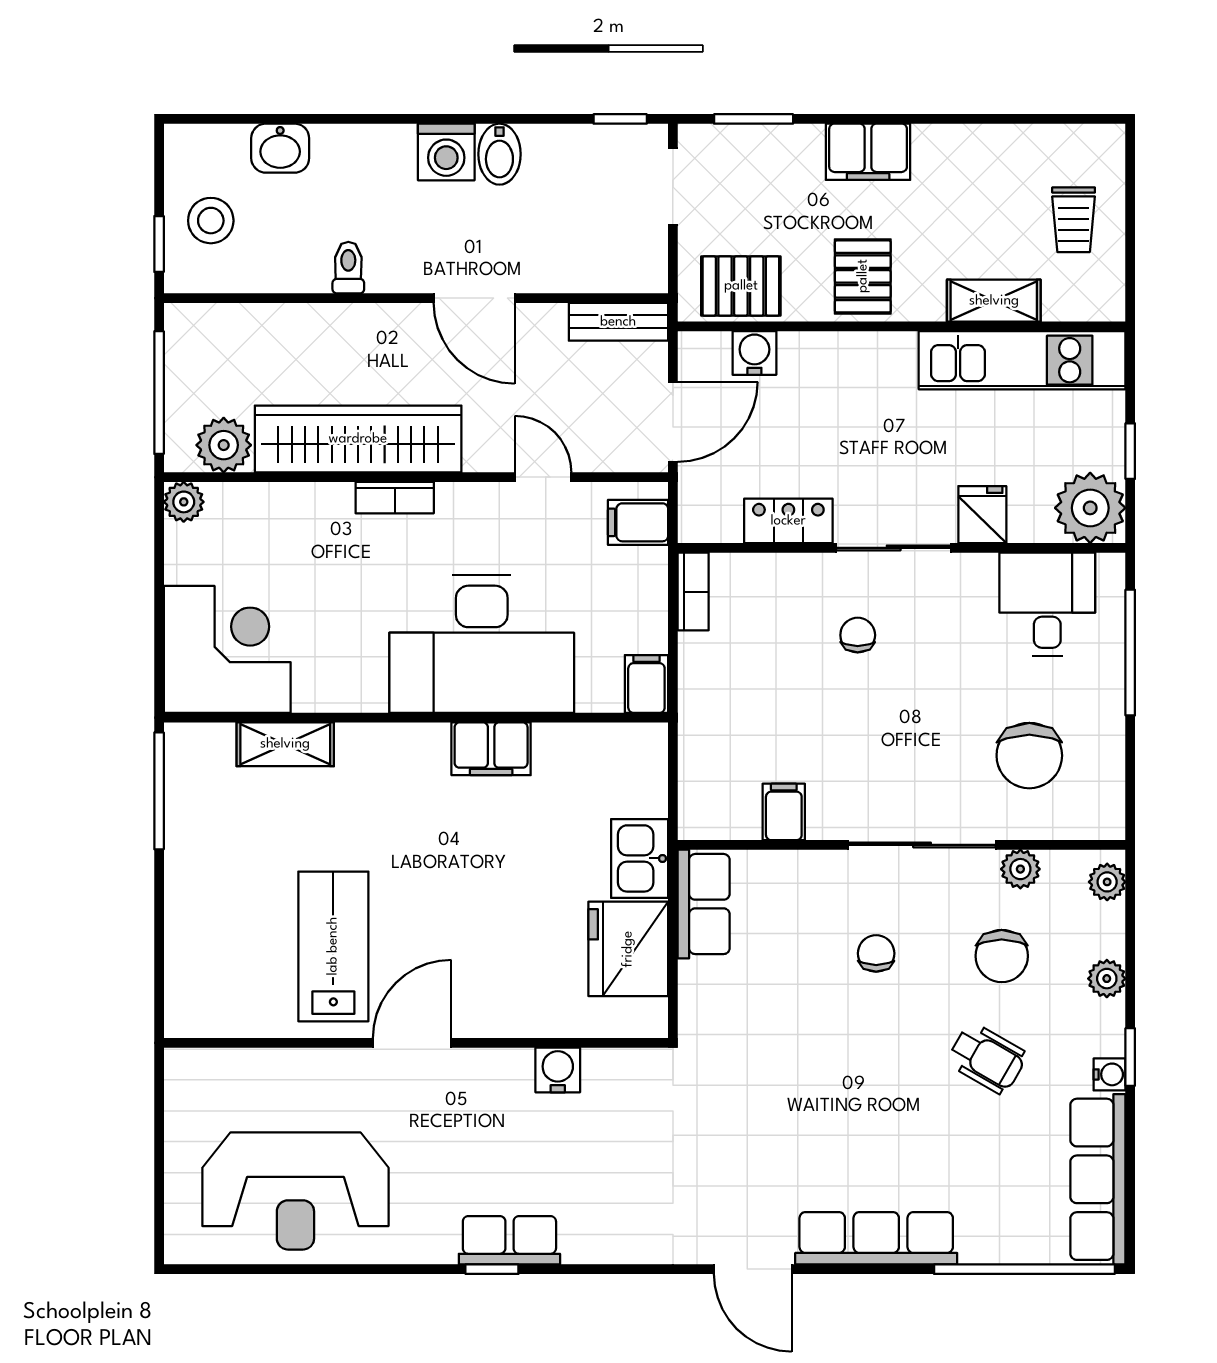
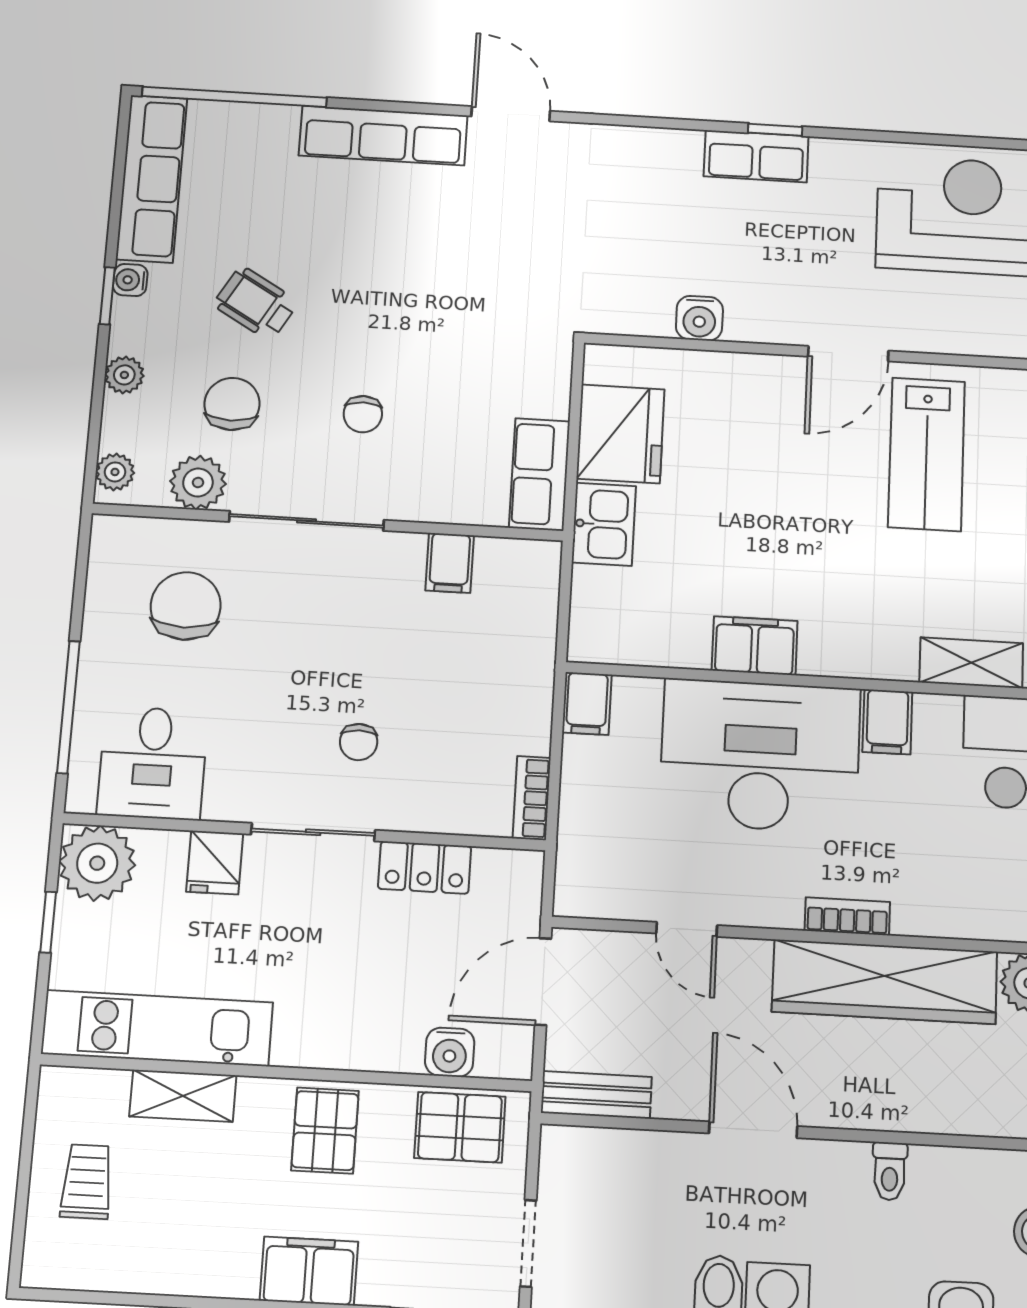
filing cabinet: (638, 522) -> (887, 722), moved, turned 90
plant: (1020, 869) -> (198, 483), width x1.38, depth x1.38

